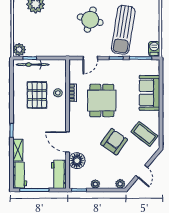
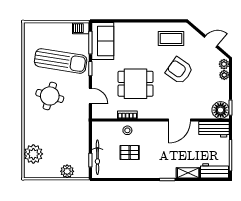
plant: (19, 50) -> (67, 171), moved
sofa: (149, 93) -> (103, 41), moved, turned -90
pallet: (37, 95) -> (130, 152), width x0.67, depth x0.71
coffee table: (144, 134) -> (171, 38), turned 52
floor lamp: (77, 161) -> (221, 110), moved
plant: (95, 184) -> (224, 75), moved

